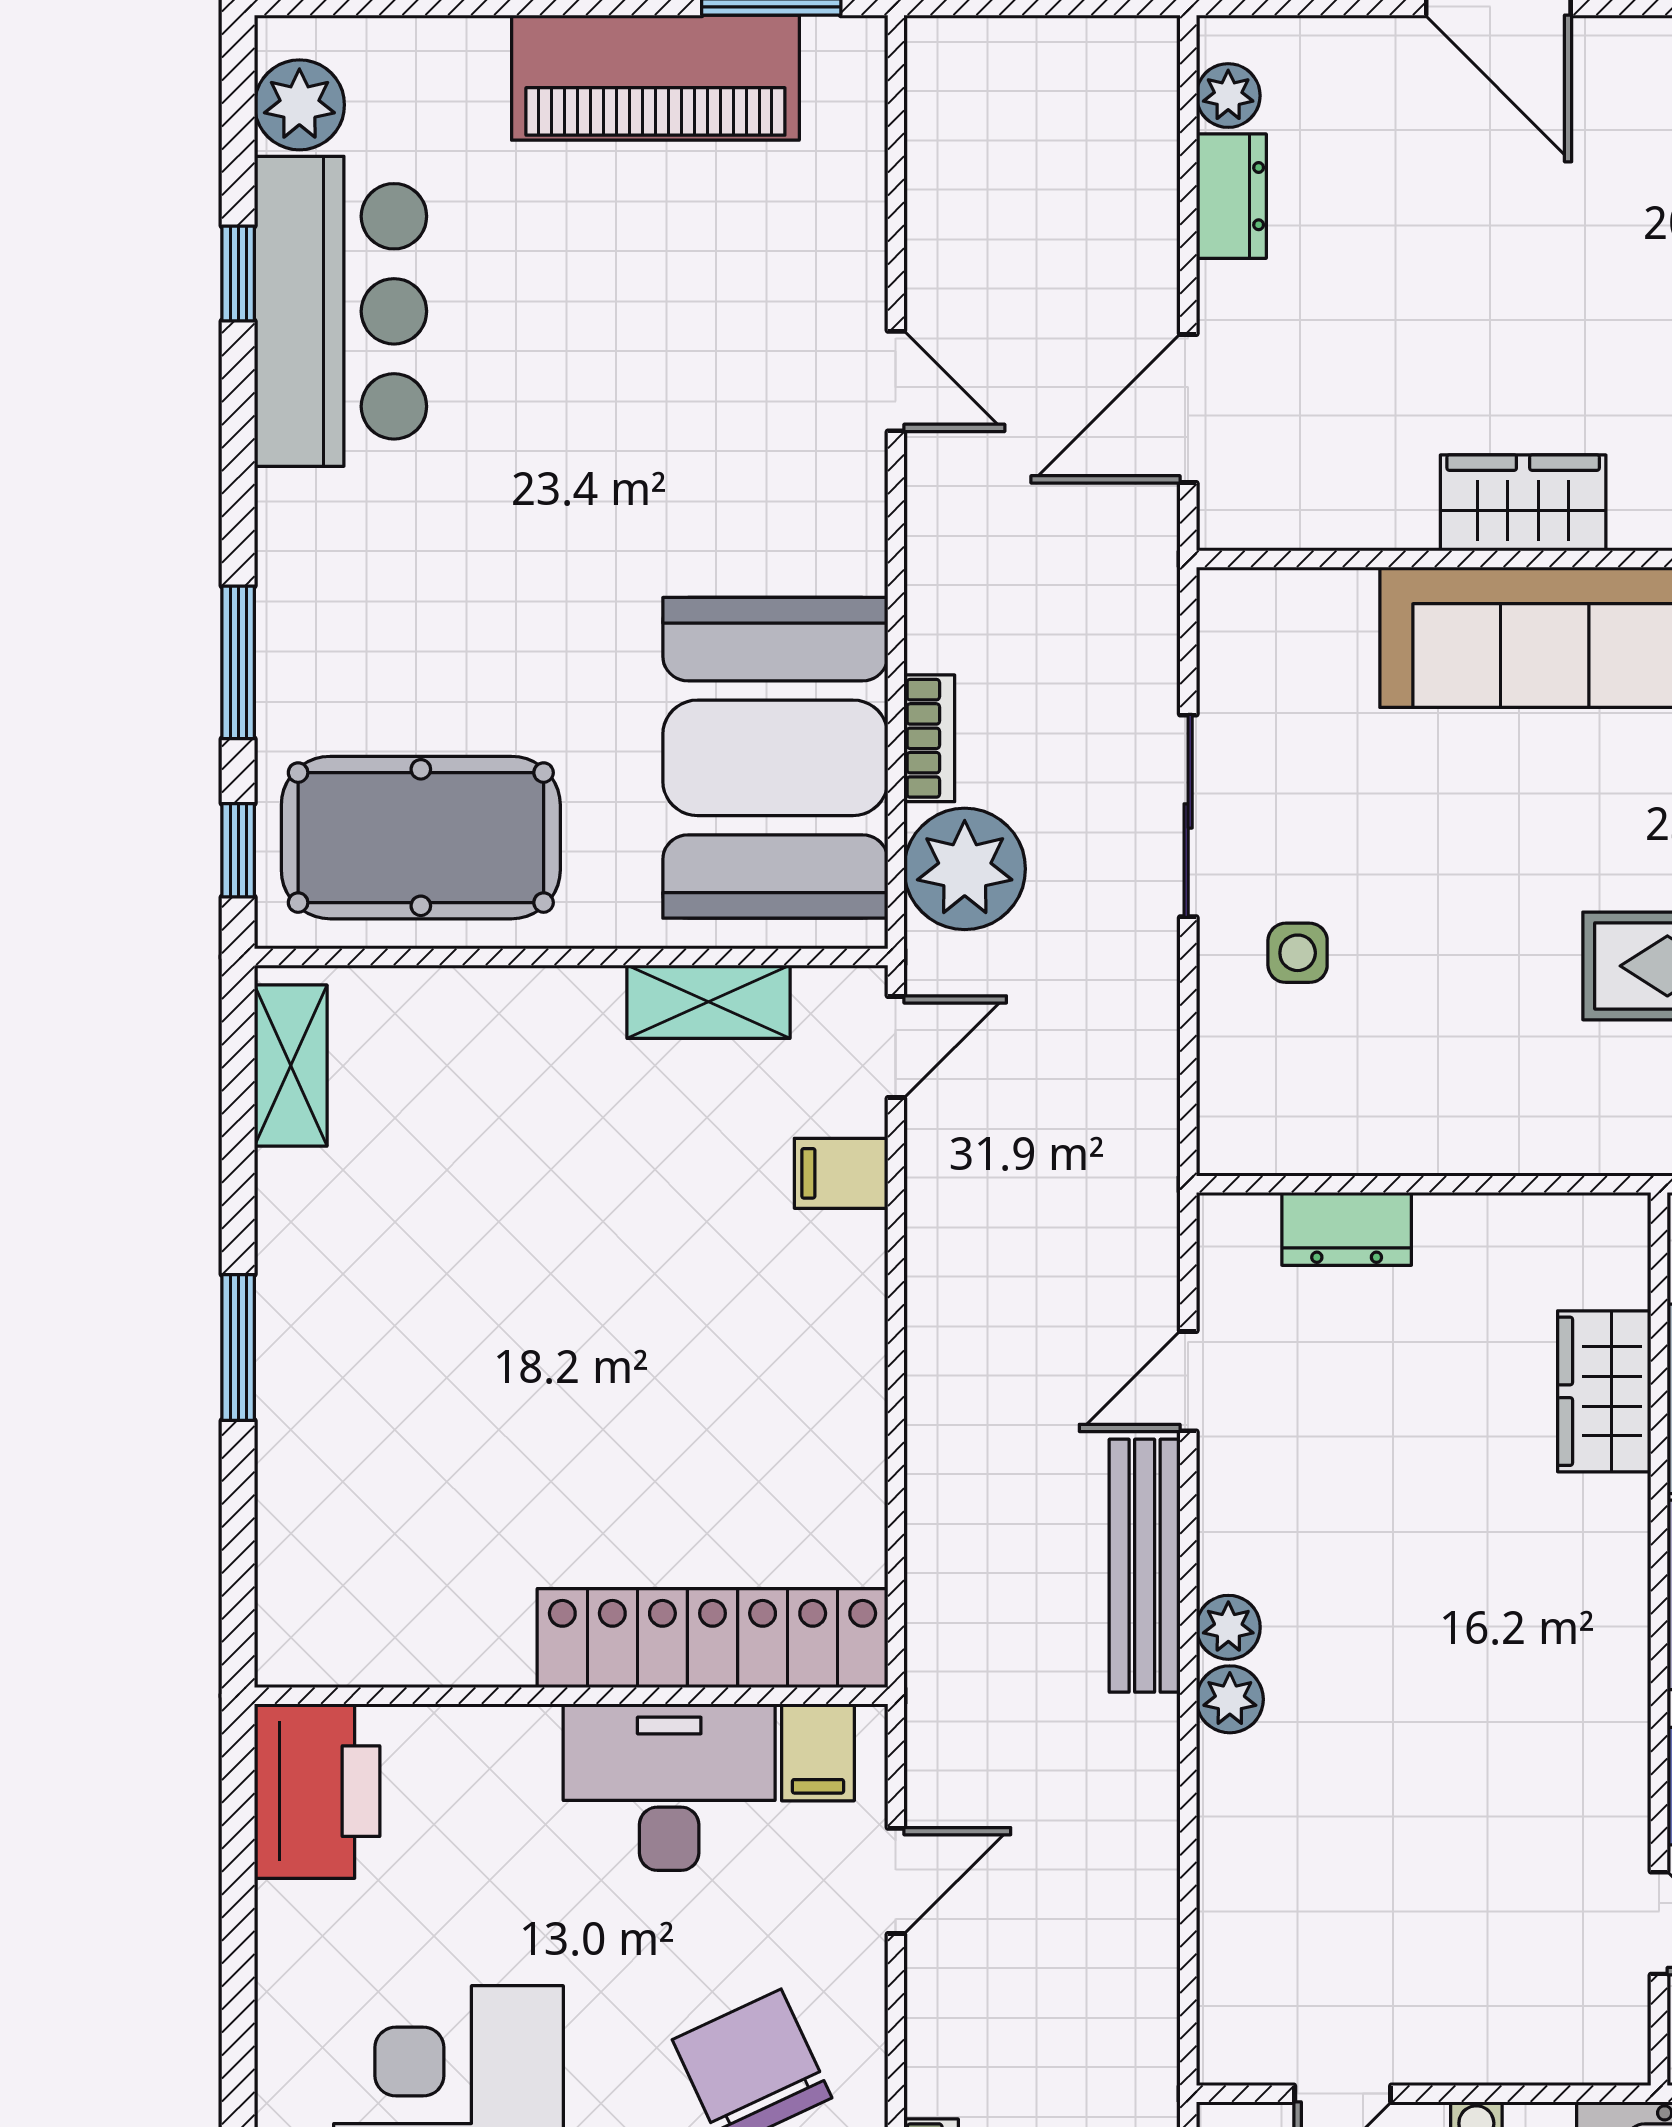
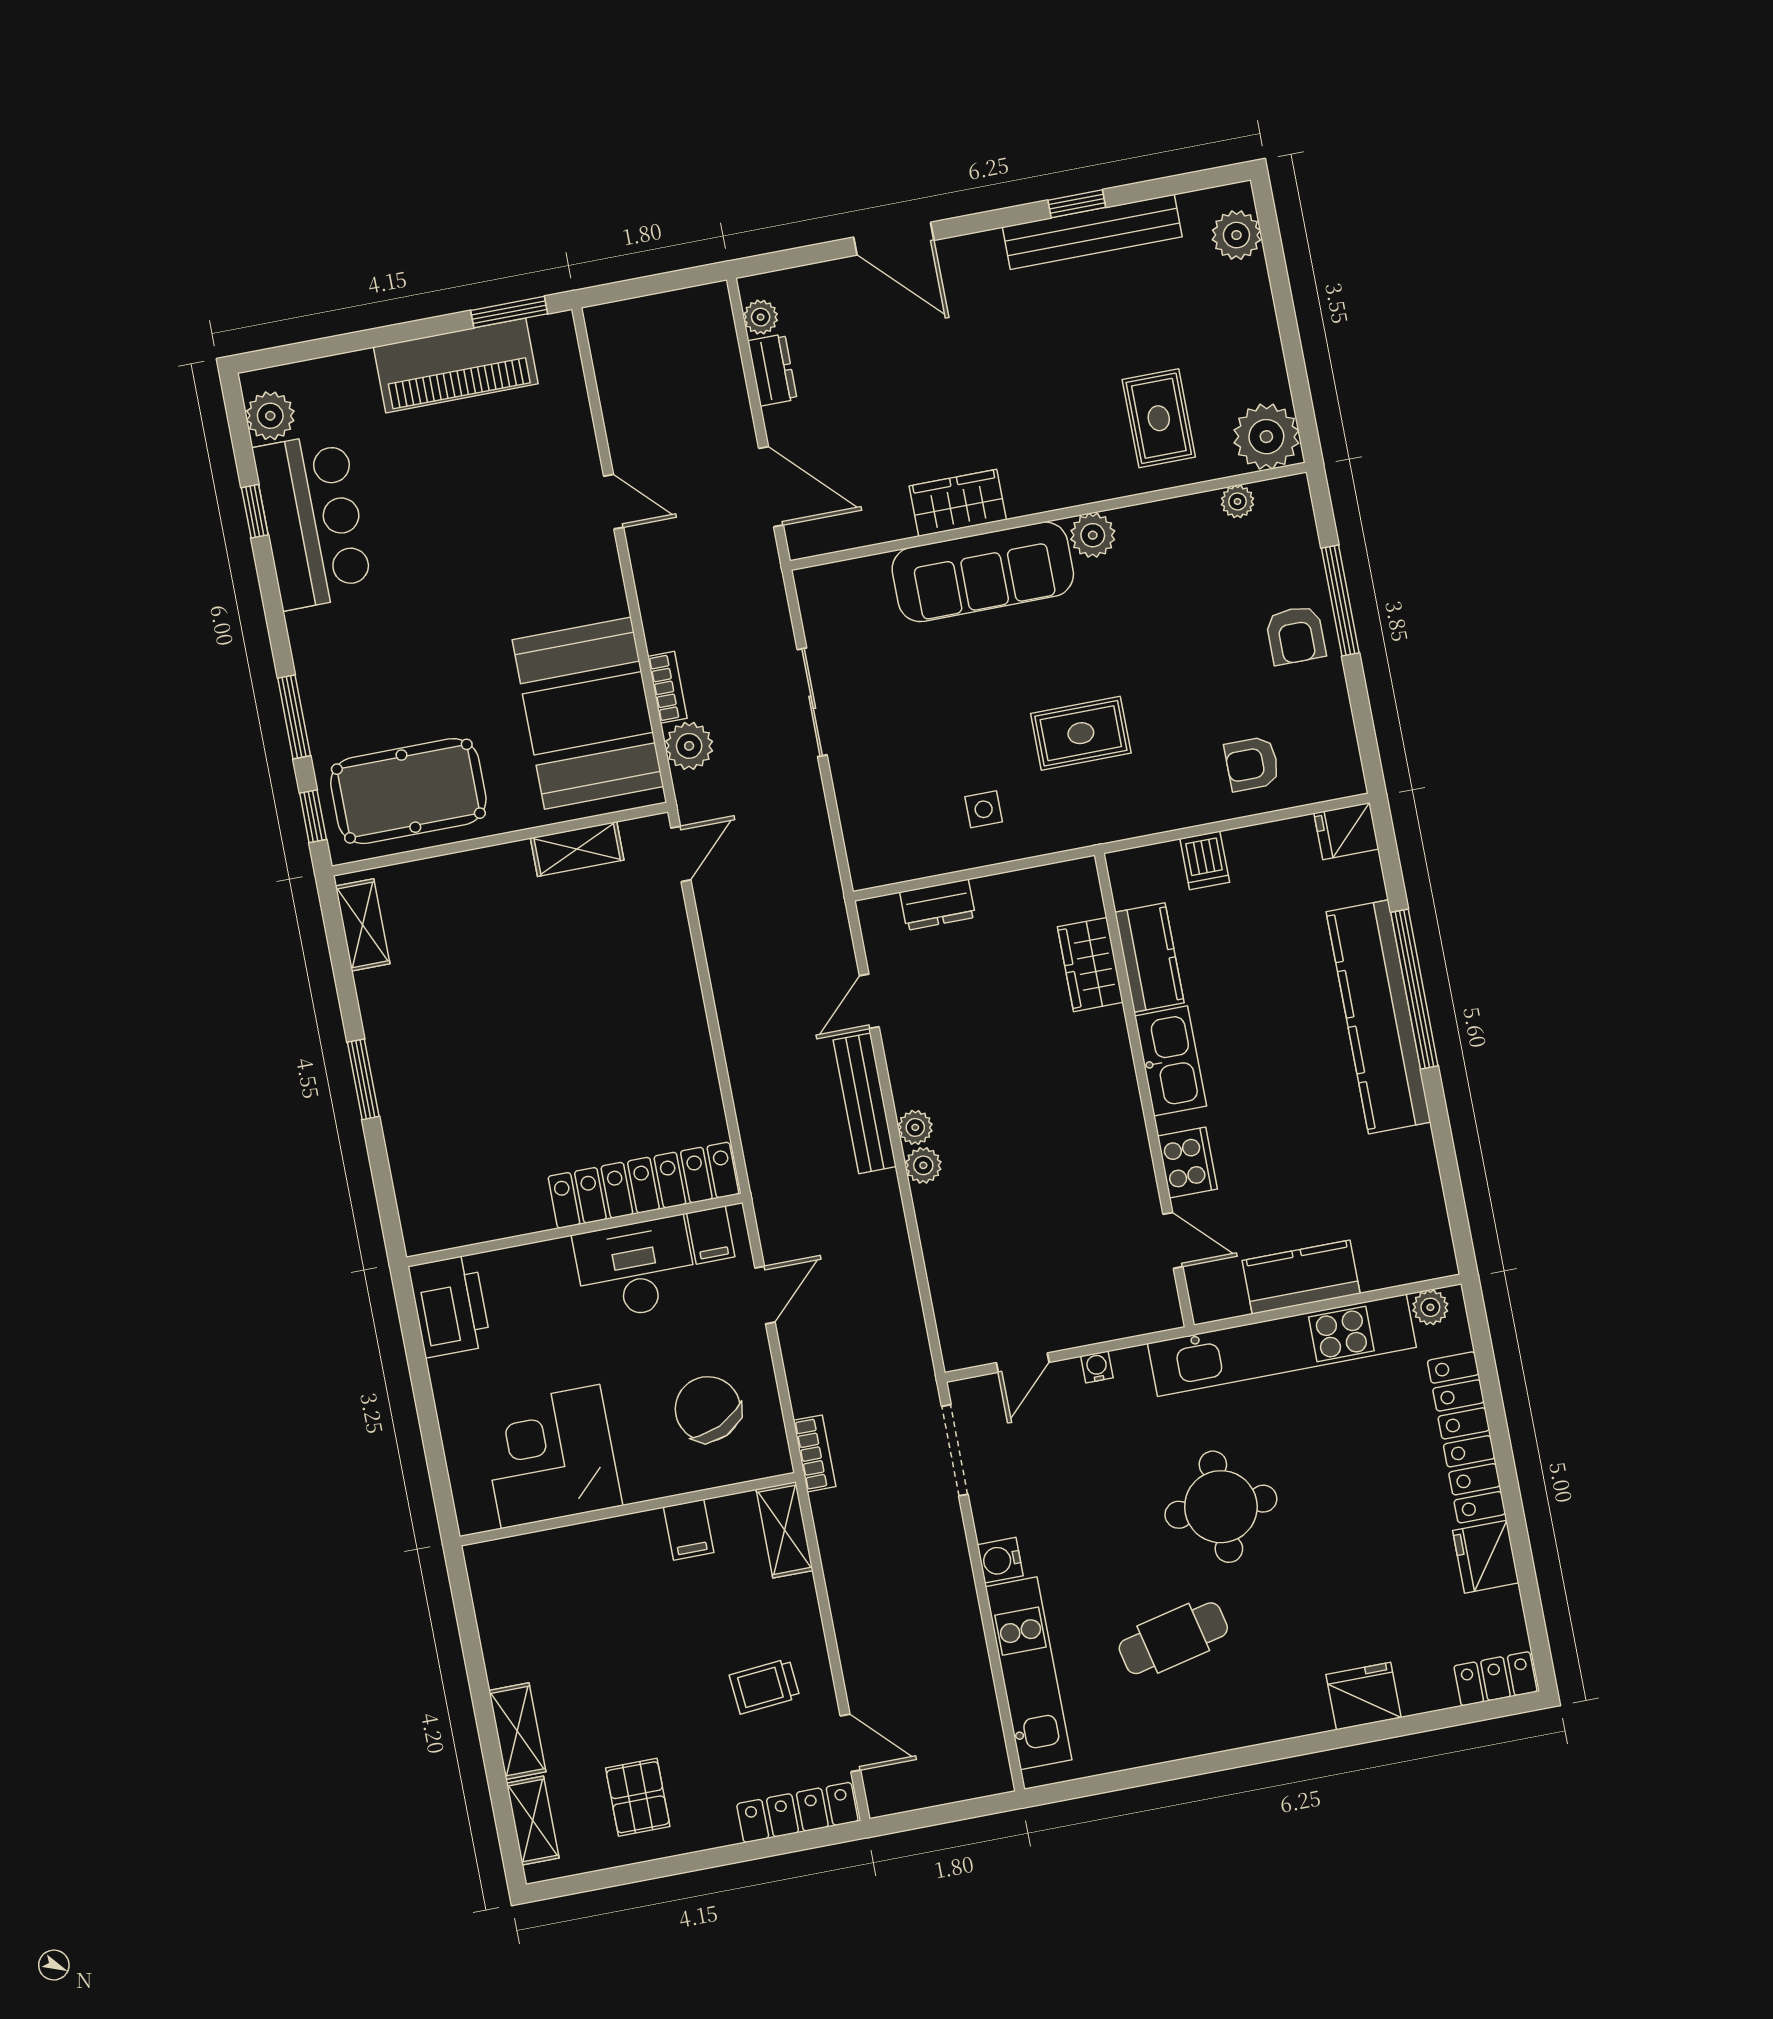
door: (1188, 408) -> (771, 487), swing flipped
plant: (965, 869) -> (689, 746), width x0.73, depth x0.73
side table: (1298, 953) -> (984, 809), moved
filing cabinet: (841, 1173) -> (665, 926), removed

